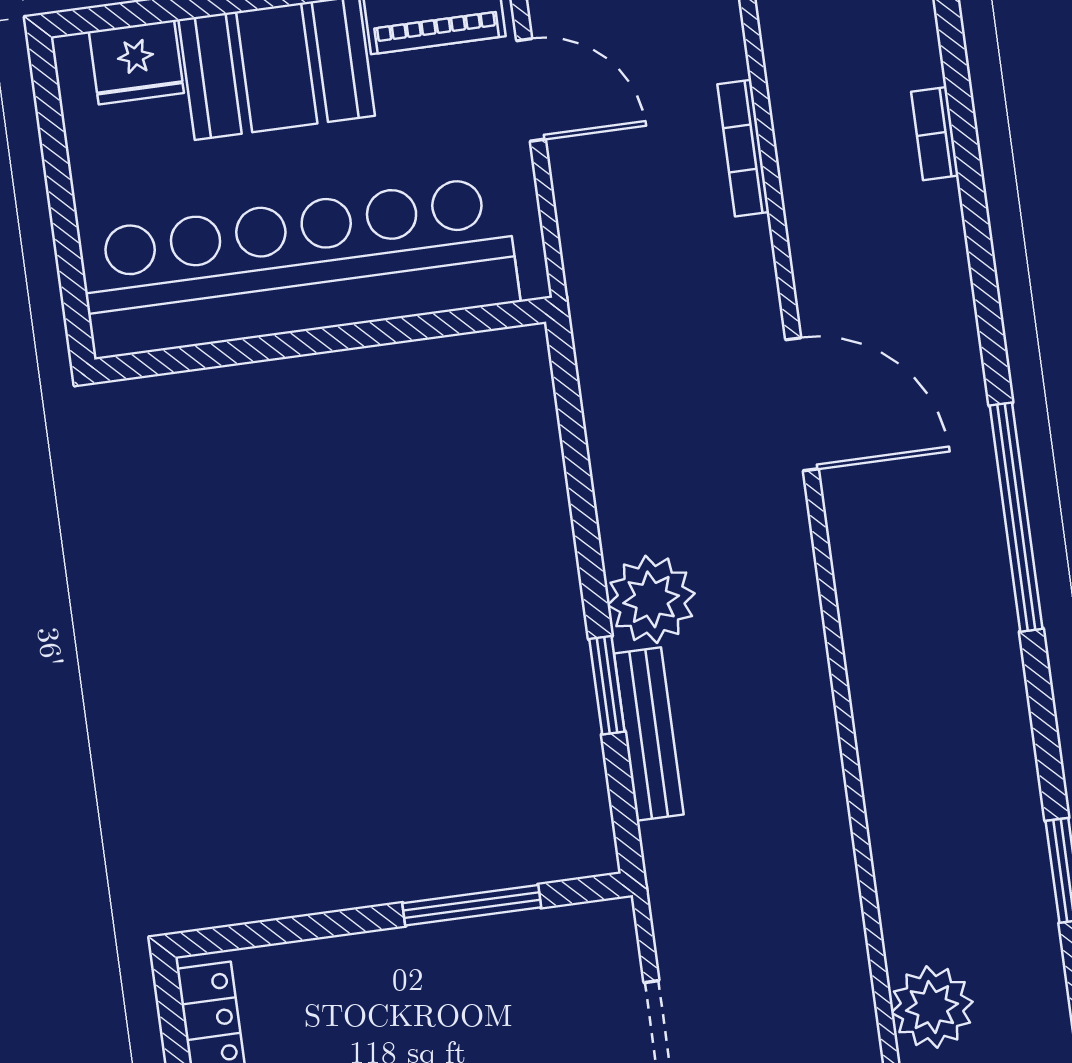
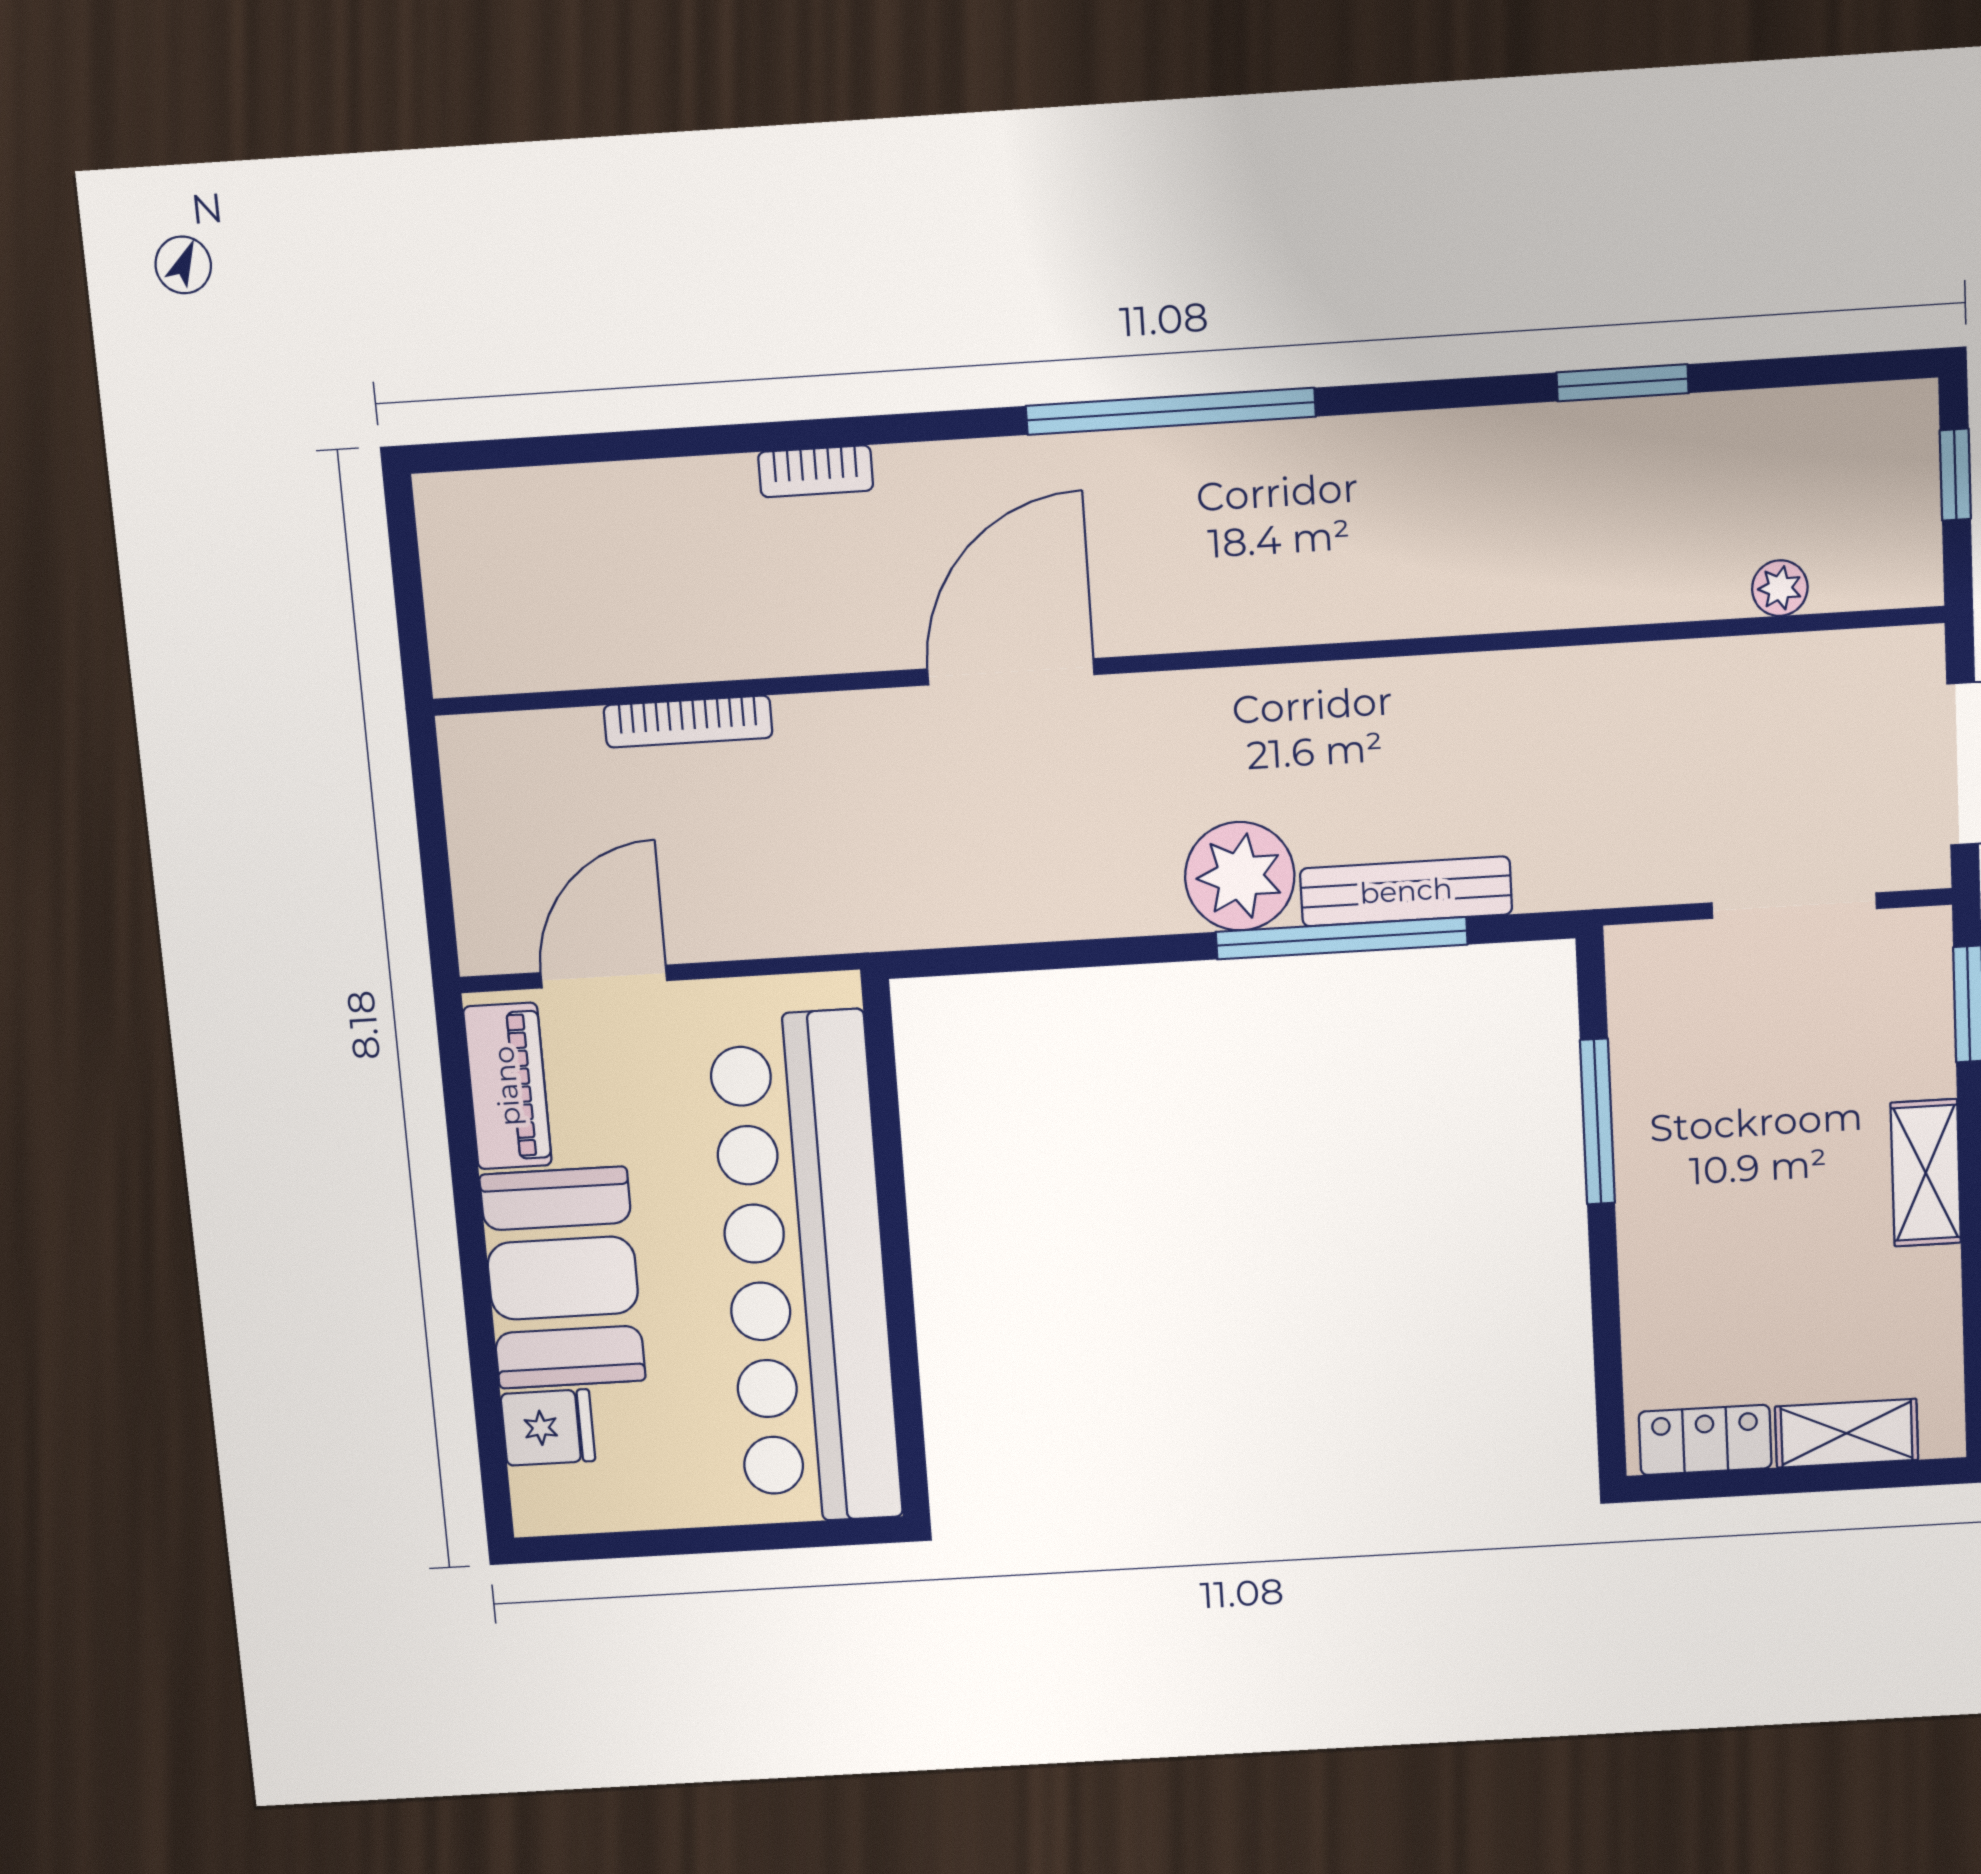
fridge: (136, 62) -> (548, 1427), width x0.72
bookcase: (935, 134) -> (816, 471), moved
window: (607, 685) -> (1342, 938), width x2.11
plant: (932, 1007) -> (1780, 588), width x0.53, depth x0.53

